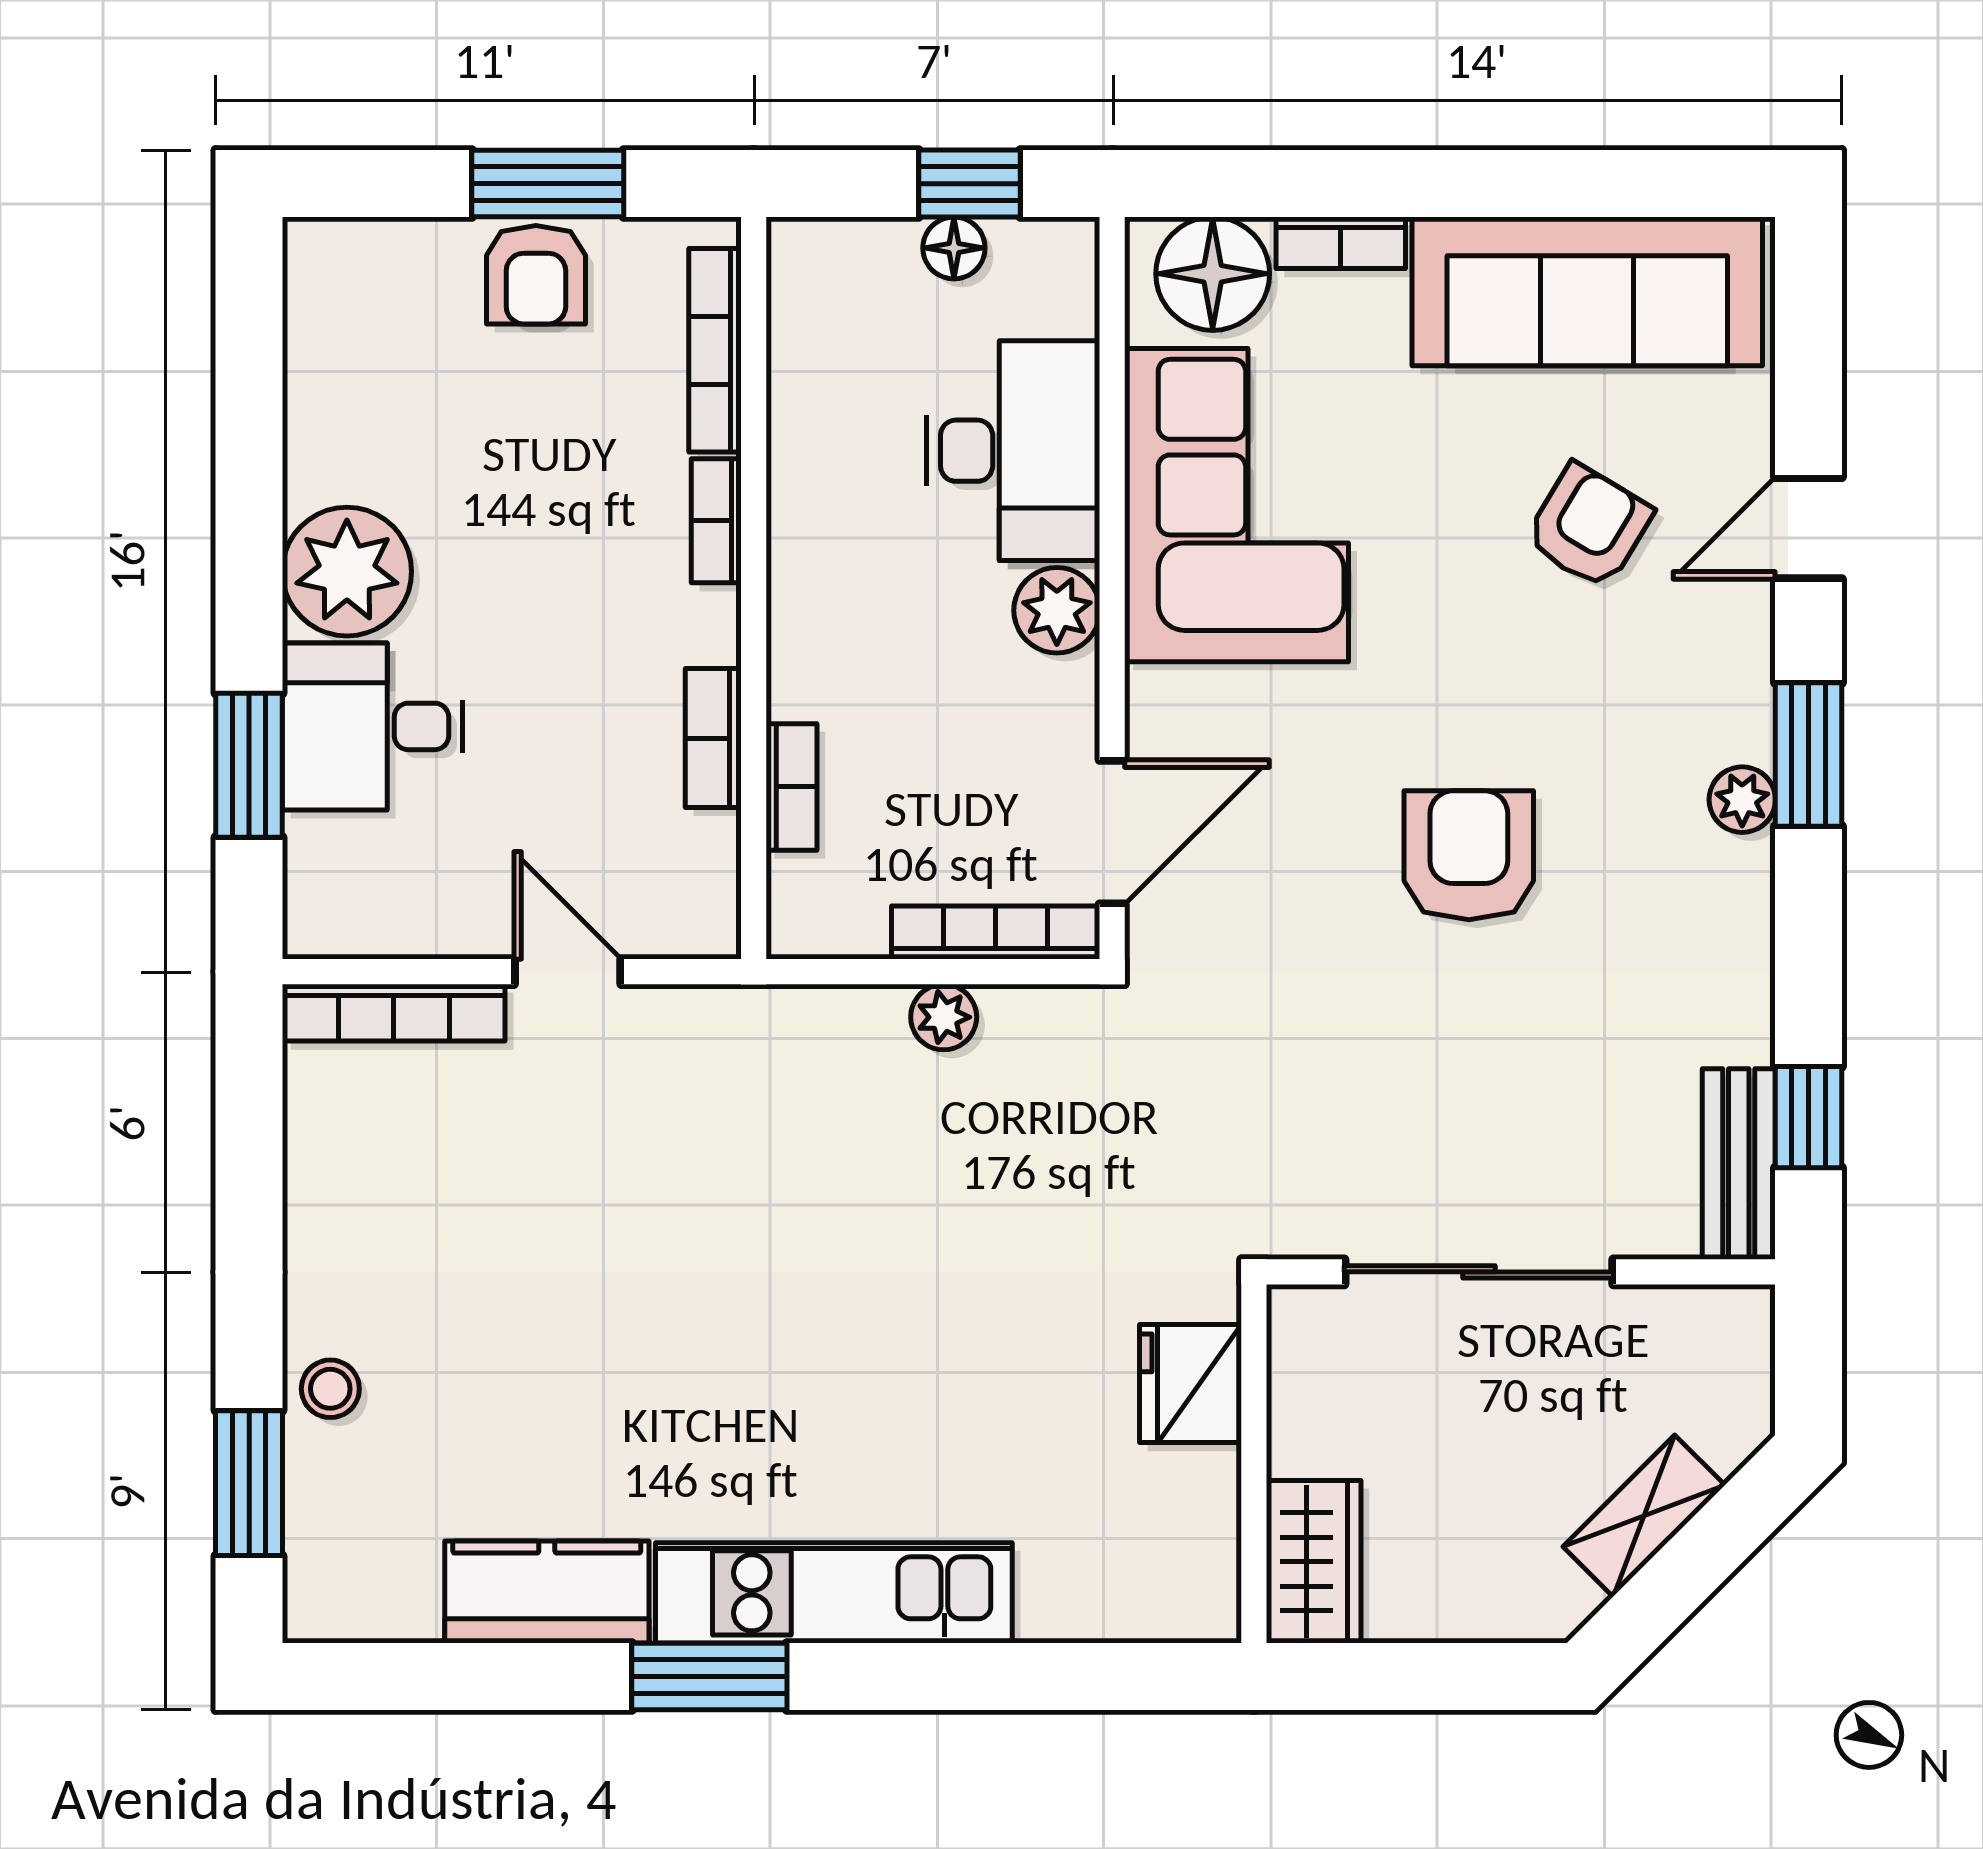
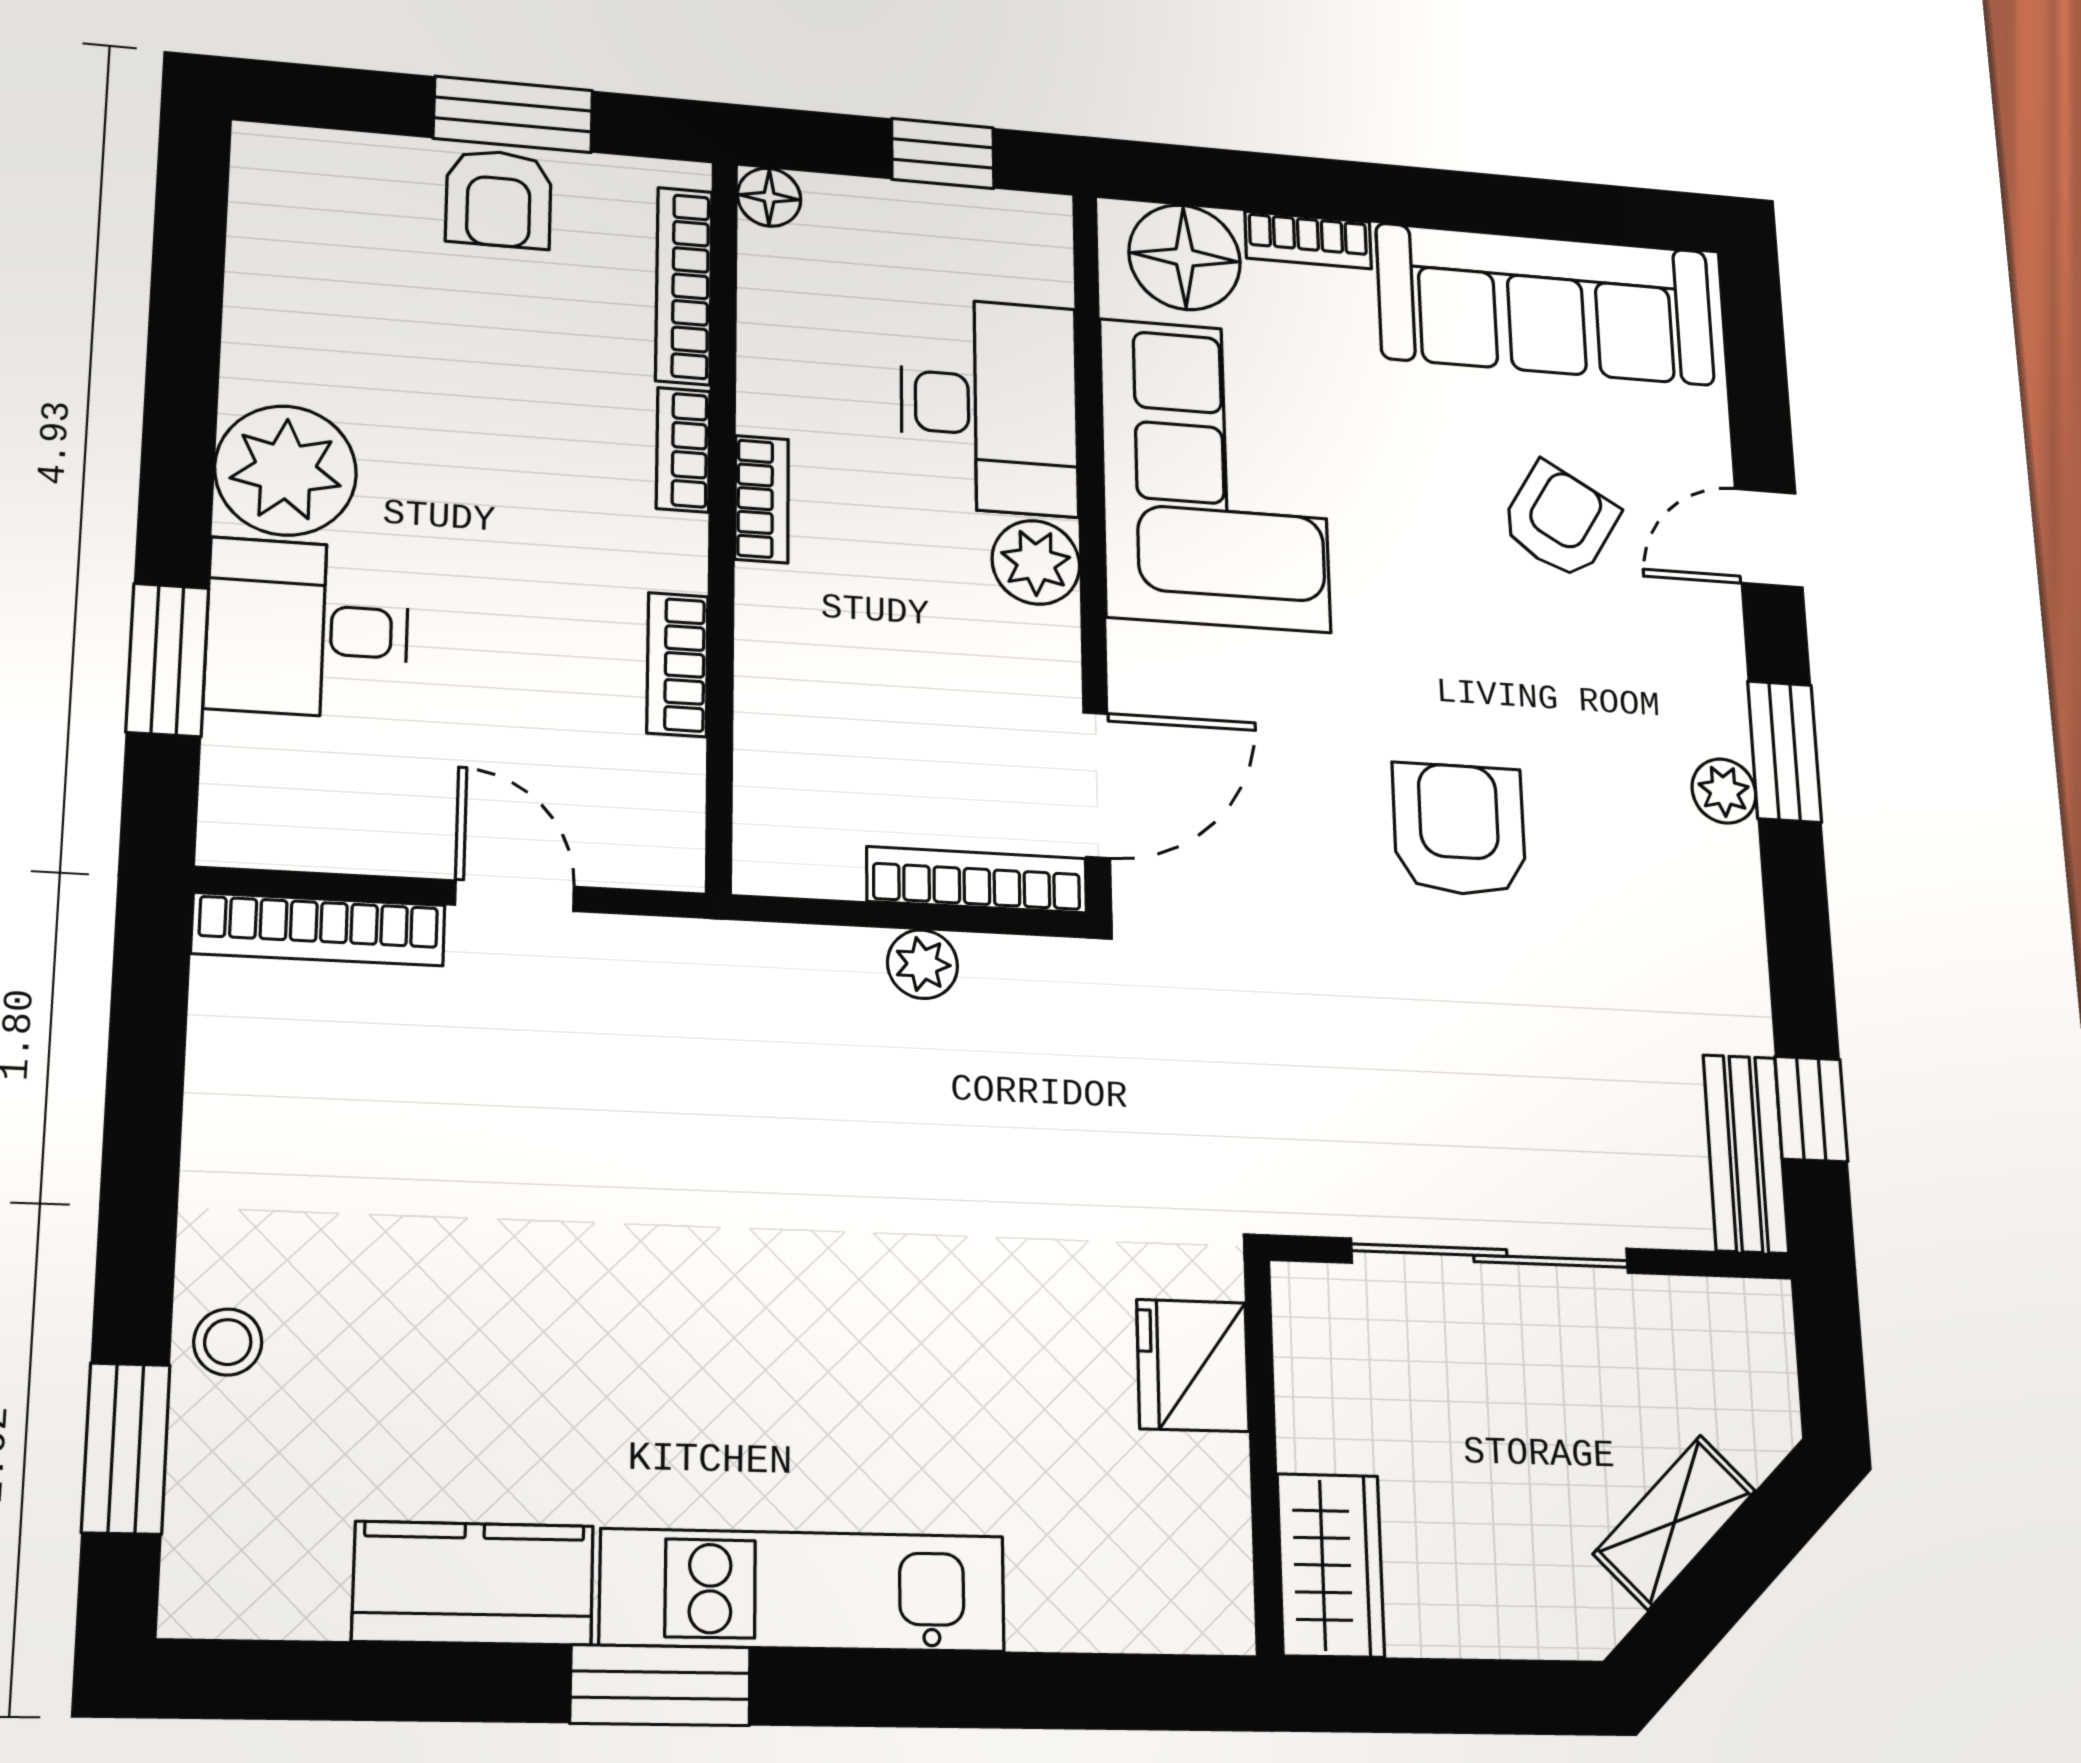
floor lamp: (954, 248) -> (769, 197), moved
bookcase: (791, 787) -> (762, 499), moved

